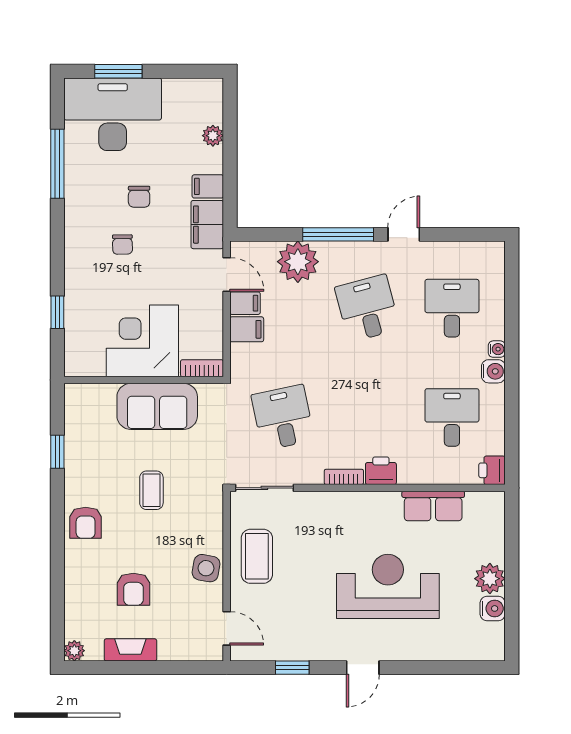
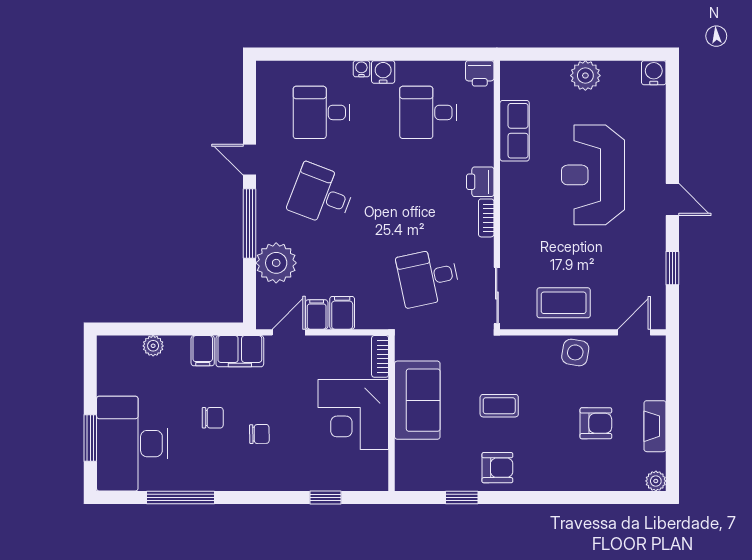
desk: (367, 308) -> (322, 195), turned 36
armchair: (86, 523) -> (497, 468), moved
water cooler: (493, 608) -> (654, 73), moved

